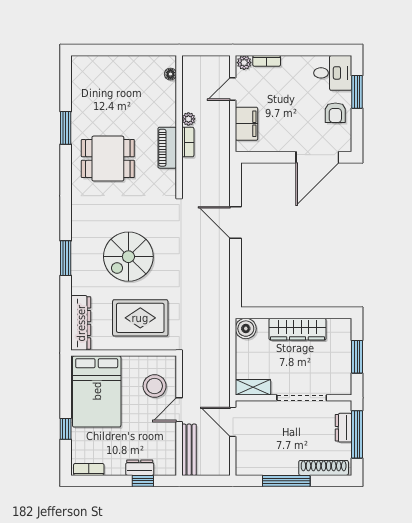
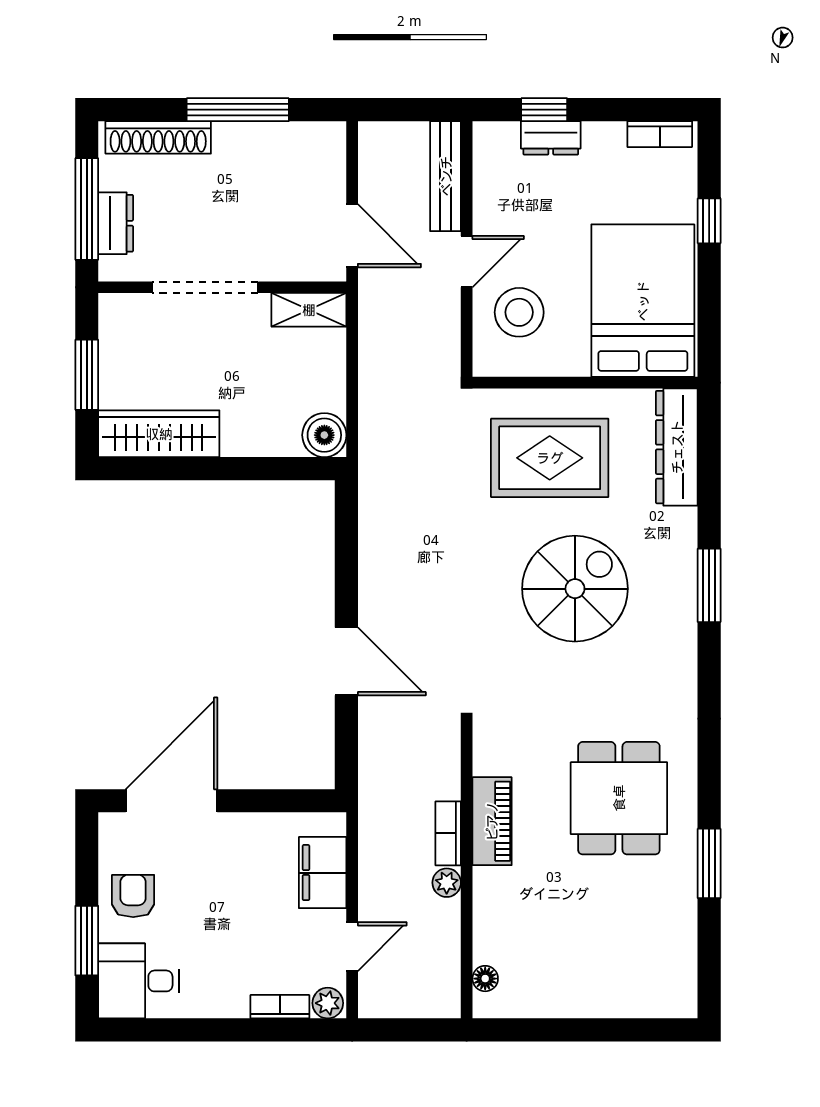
dining table: (108, 159) -> (619, 798), turned 90
wardrobe: (297, 329) -> (159, 434), moved

